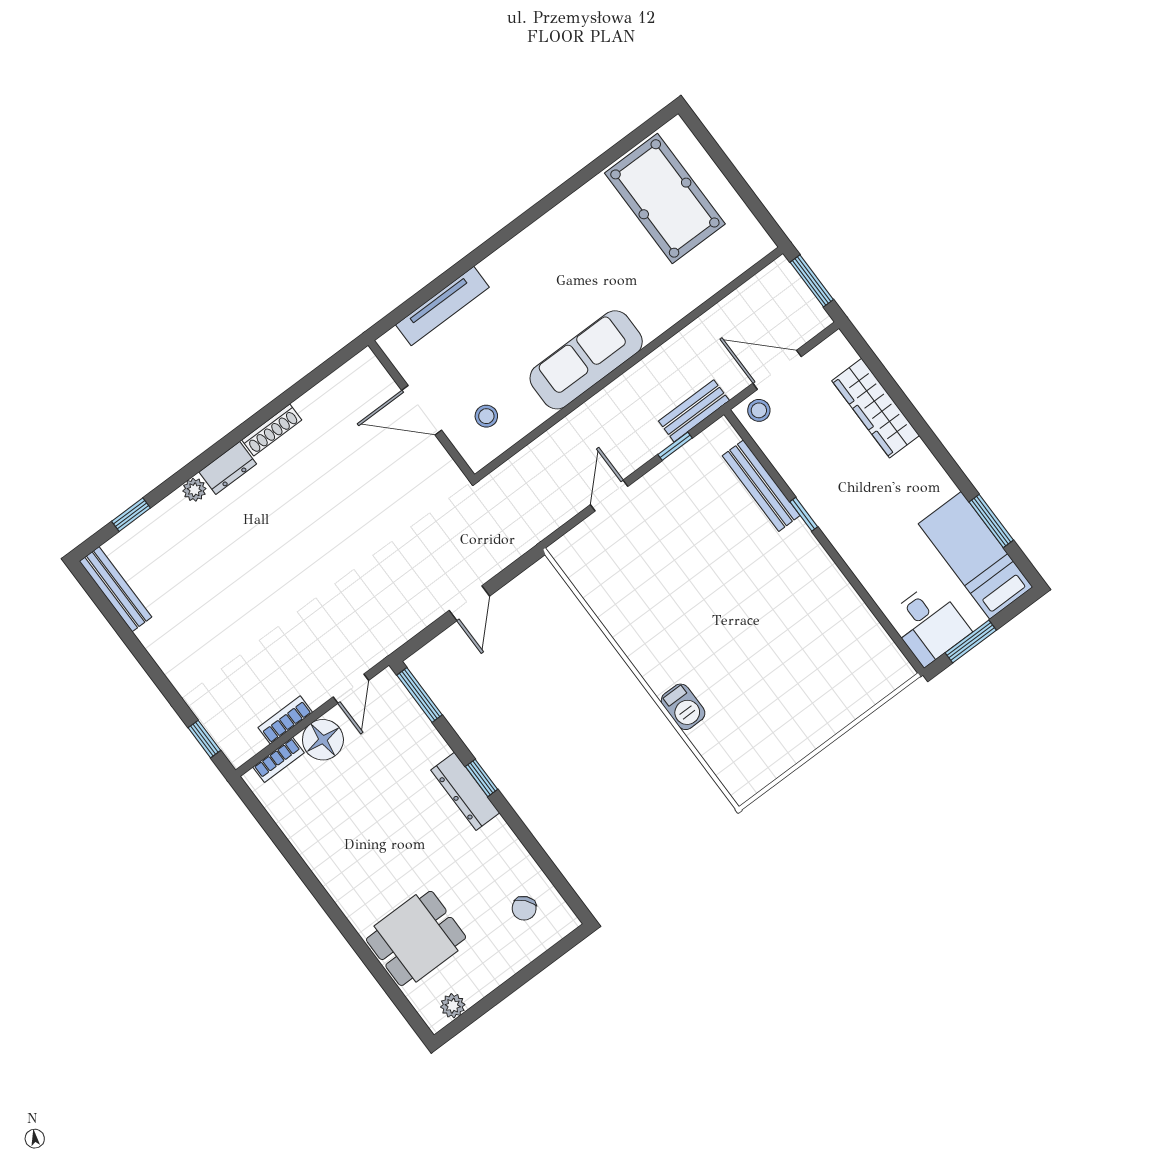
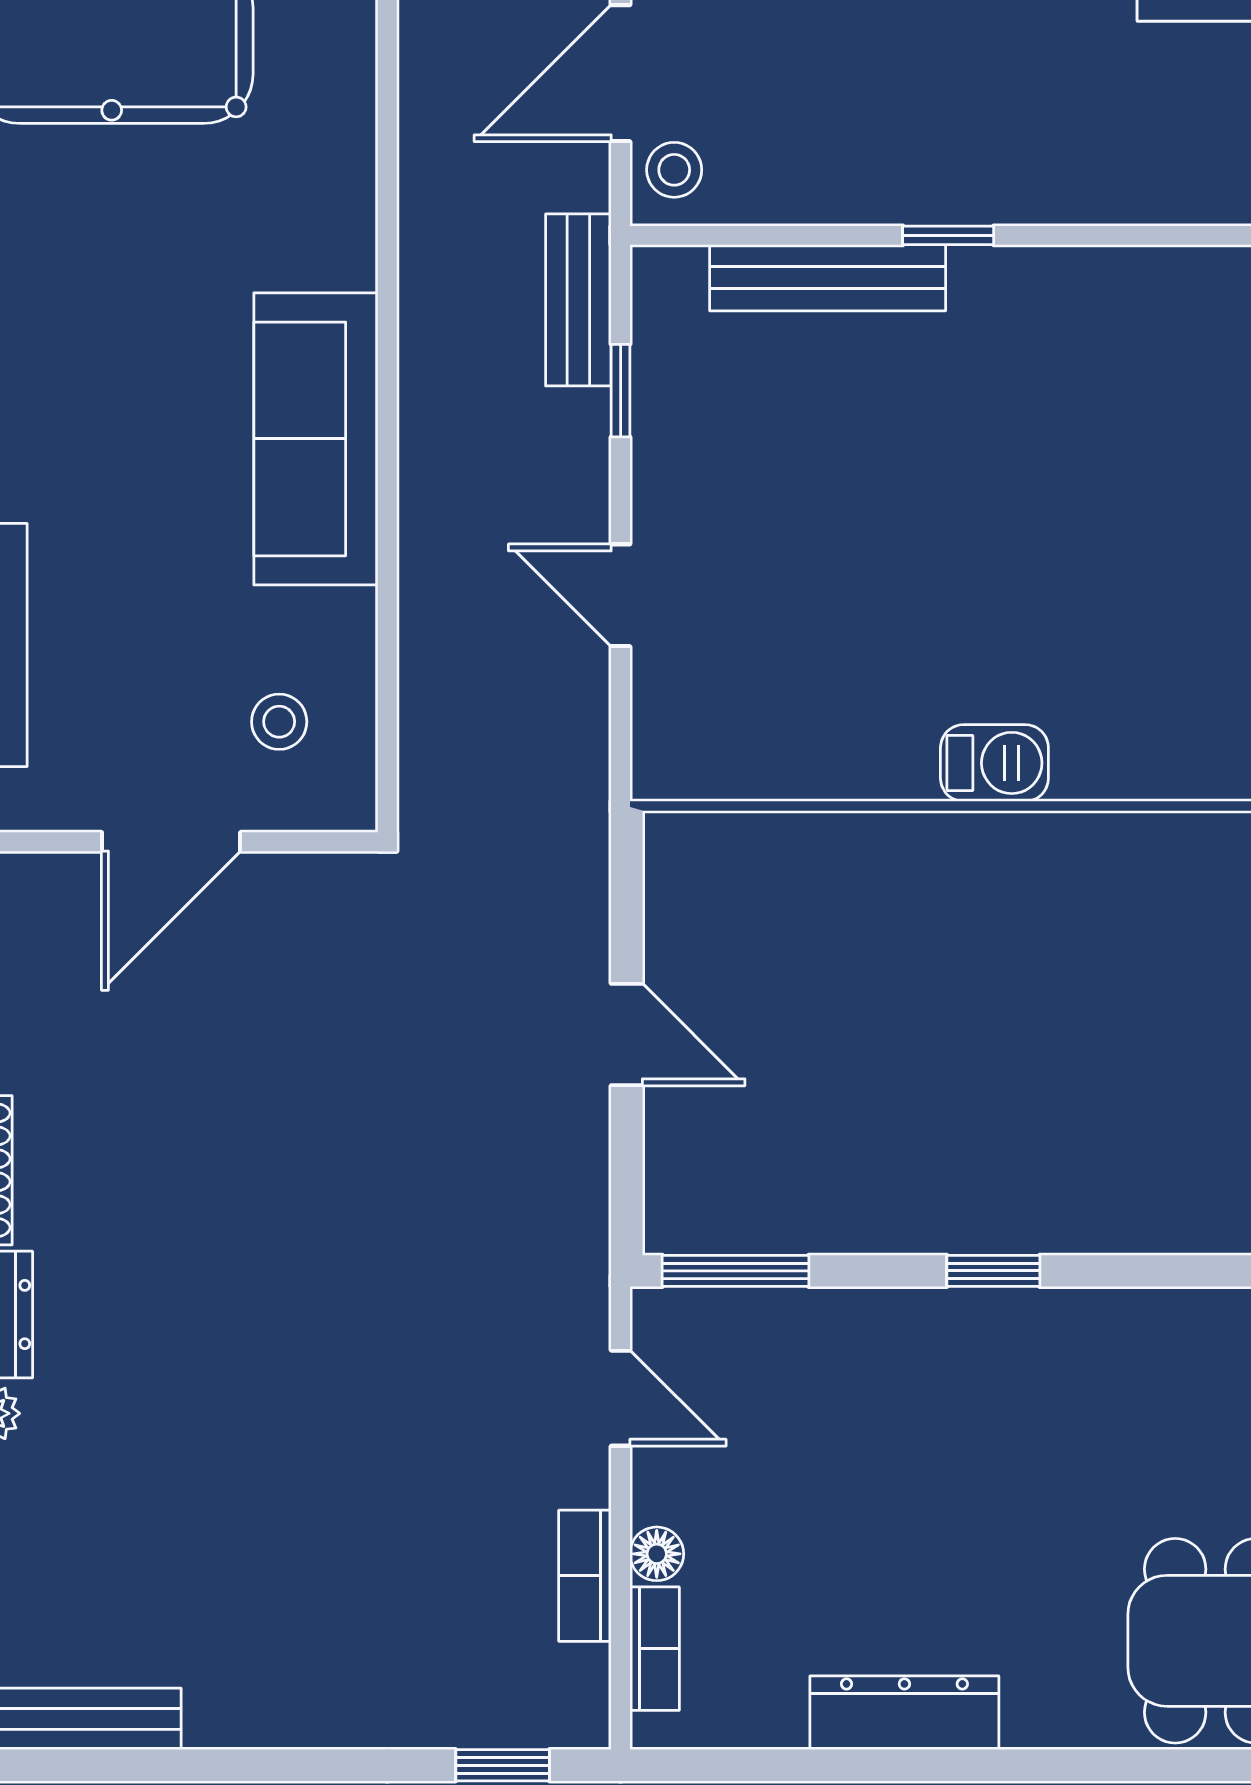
barbecue: (683, 707) -> (994, 763), moved
floor lamp: (323, 740) -> (657, 1554), width x0.53, depth x0.53
dresser: (465, 791) -> (904, 1713), moved, turned 180

